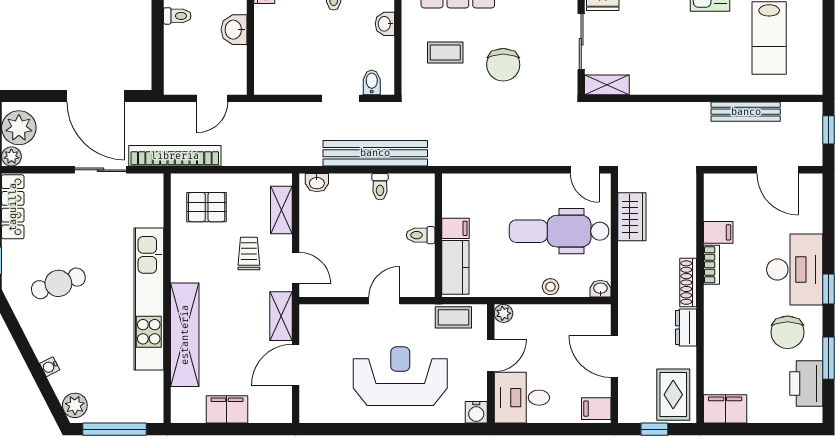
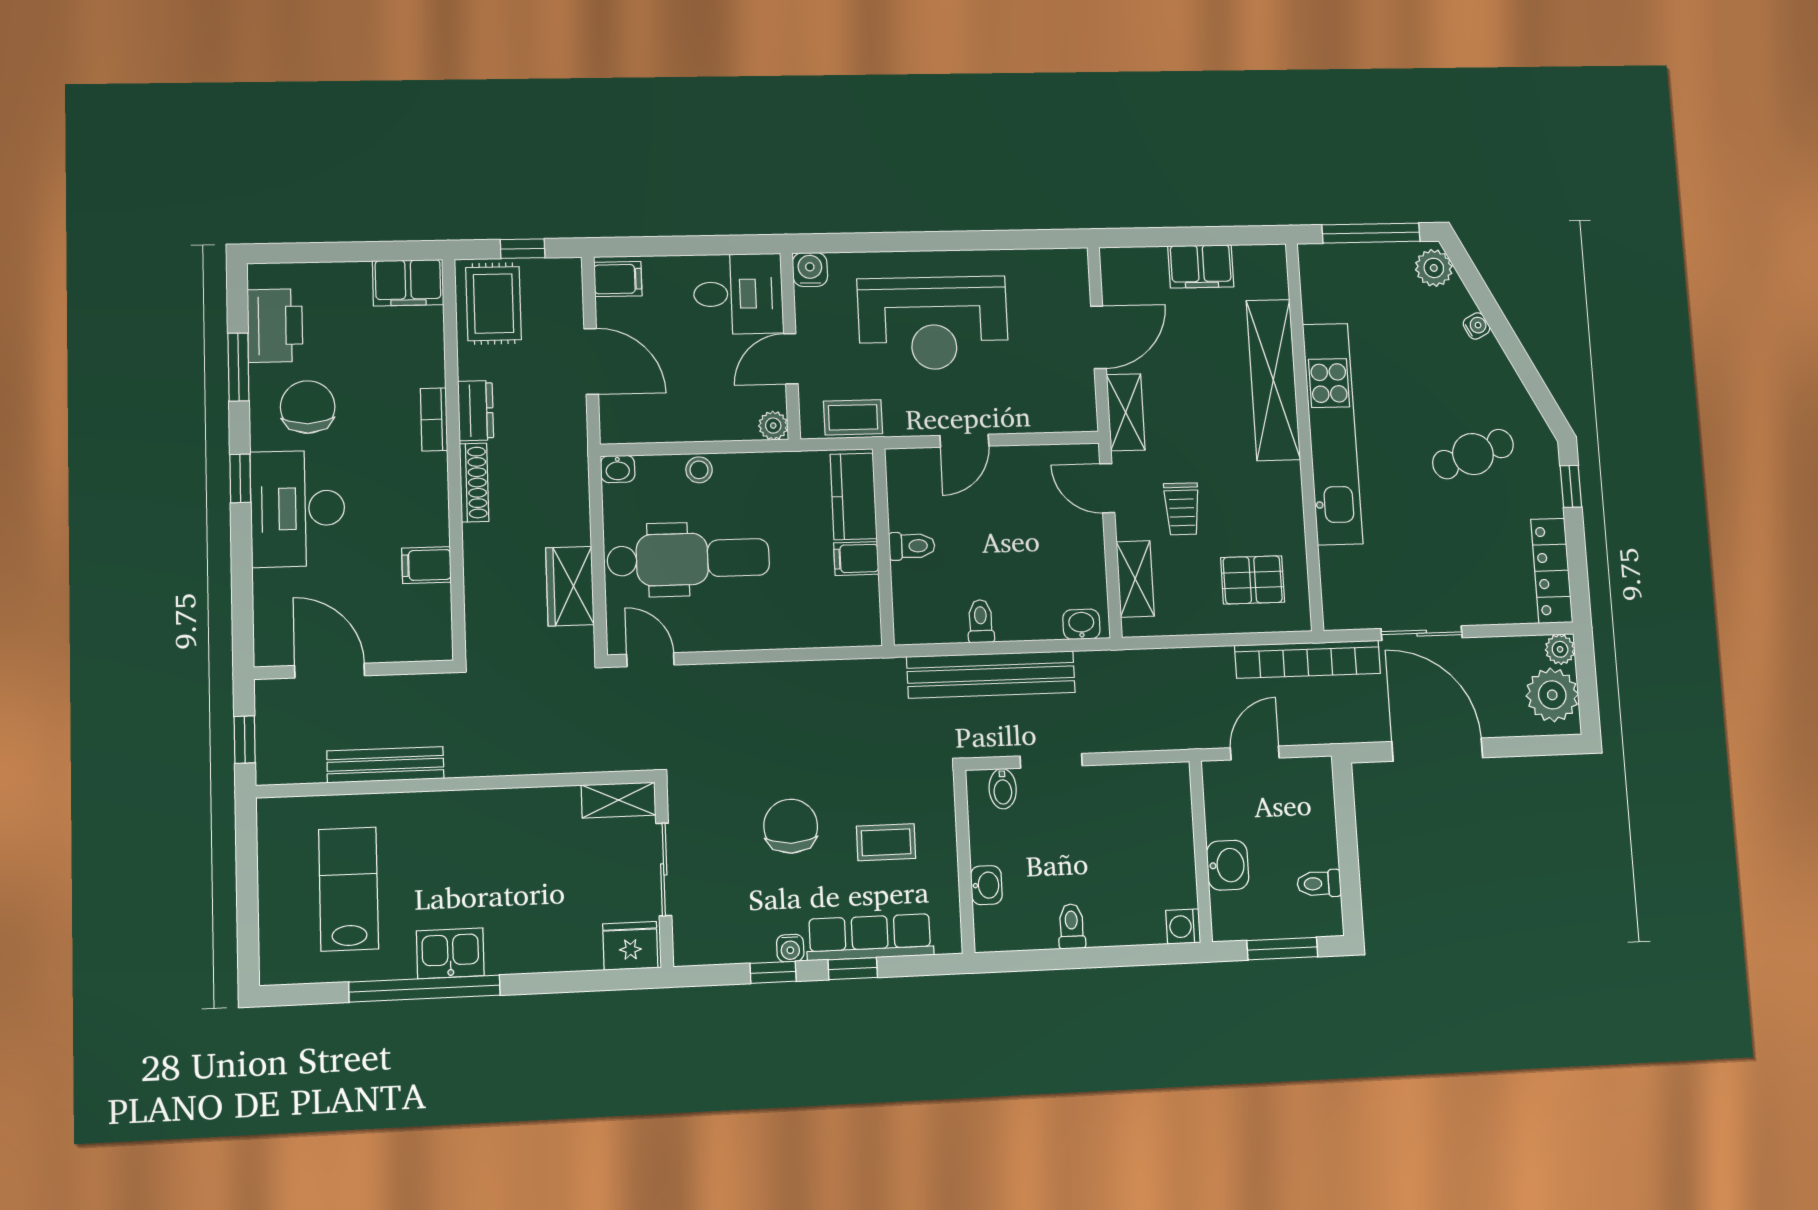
bookcase: (711, 265) -> (434, 419), moved

